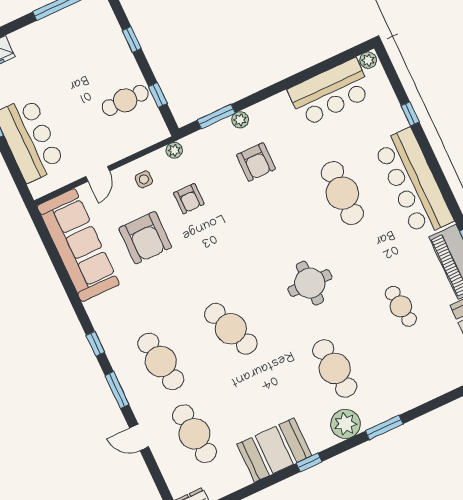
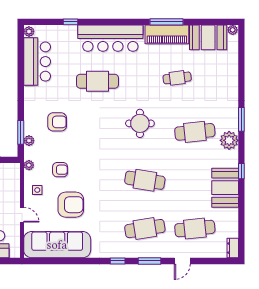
plant: (240, 120) -> (29, 141), moved
cafe table: (231, 329) -> (145, 180), turned 30

